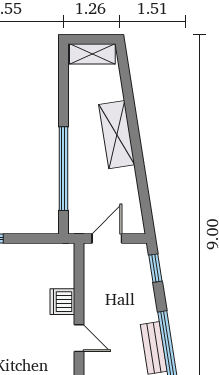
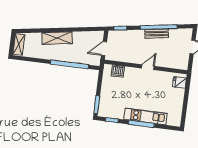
door: (107, 238) -> (104, 49), hinge flipped
dishwasher: (62, 302) -> (118, 71), moved

